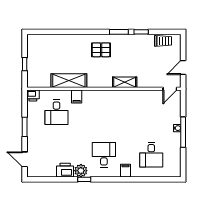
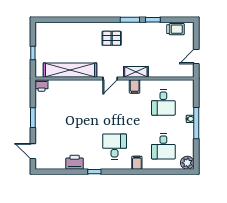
shelving: (69, 81) -> (70, 70), width x1.47
door: (170, 89) -> (110, 78), moved
filing cabinet: (77, 97) -> (135, 86), moved
desk: (56, 112) -> (163, 103), moved
plant: (81, 171) -> (187, 163), moved

